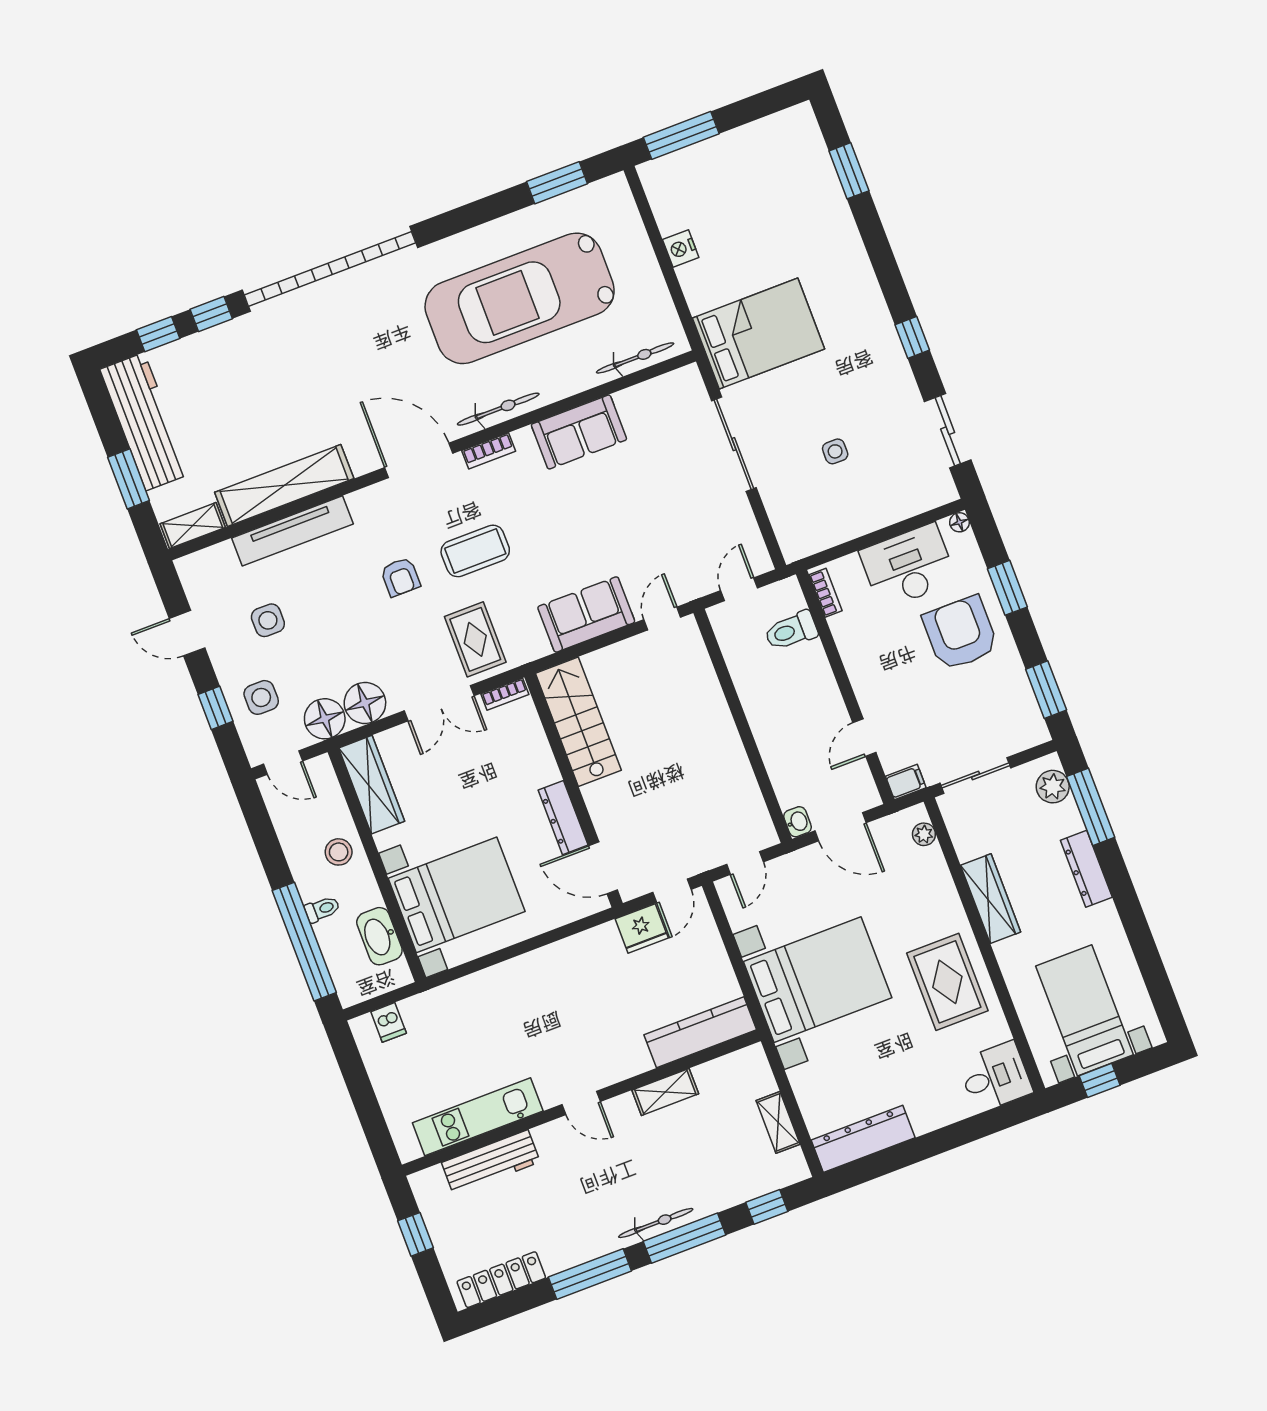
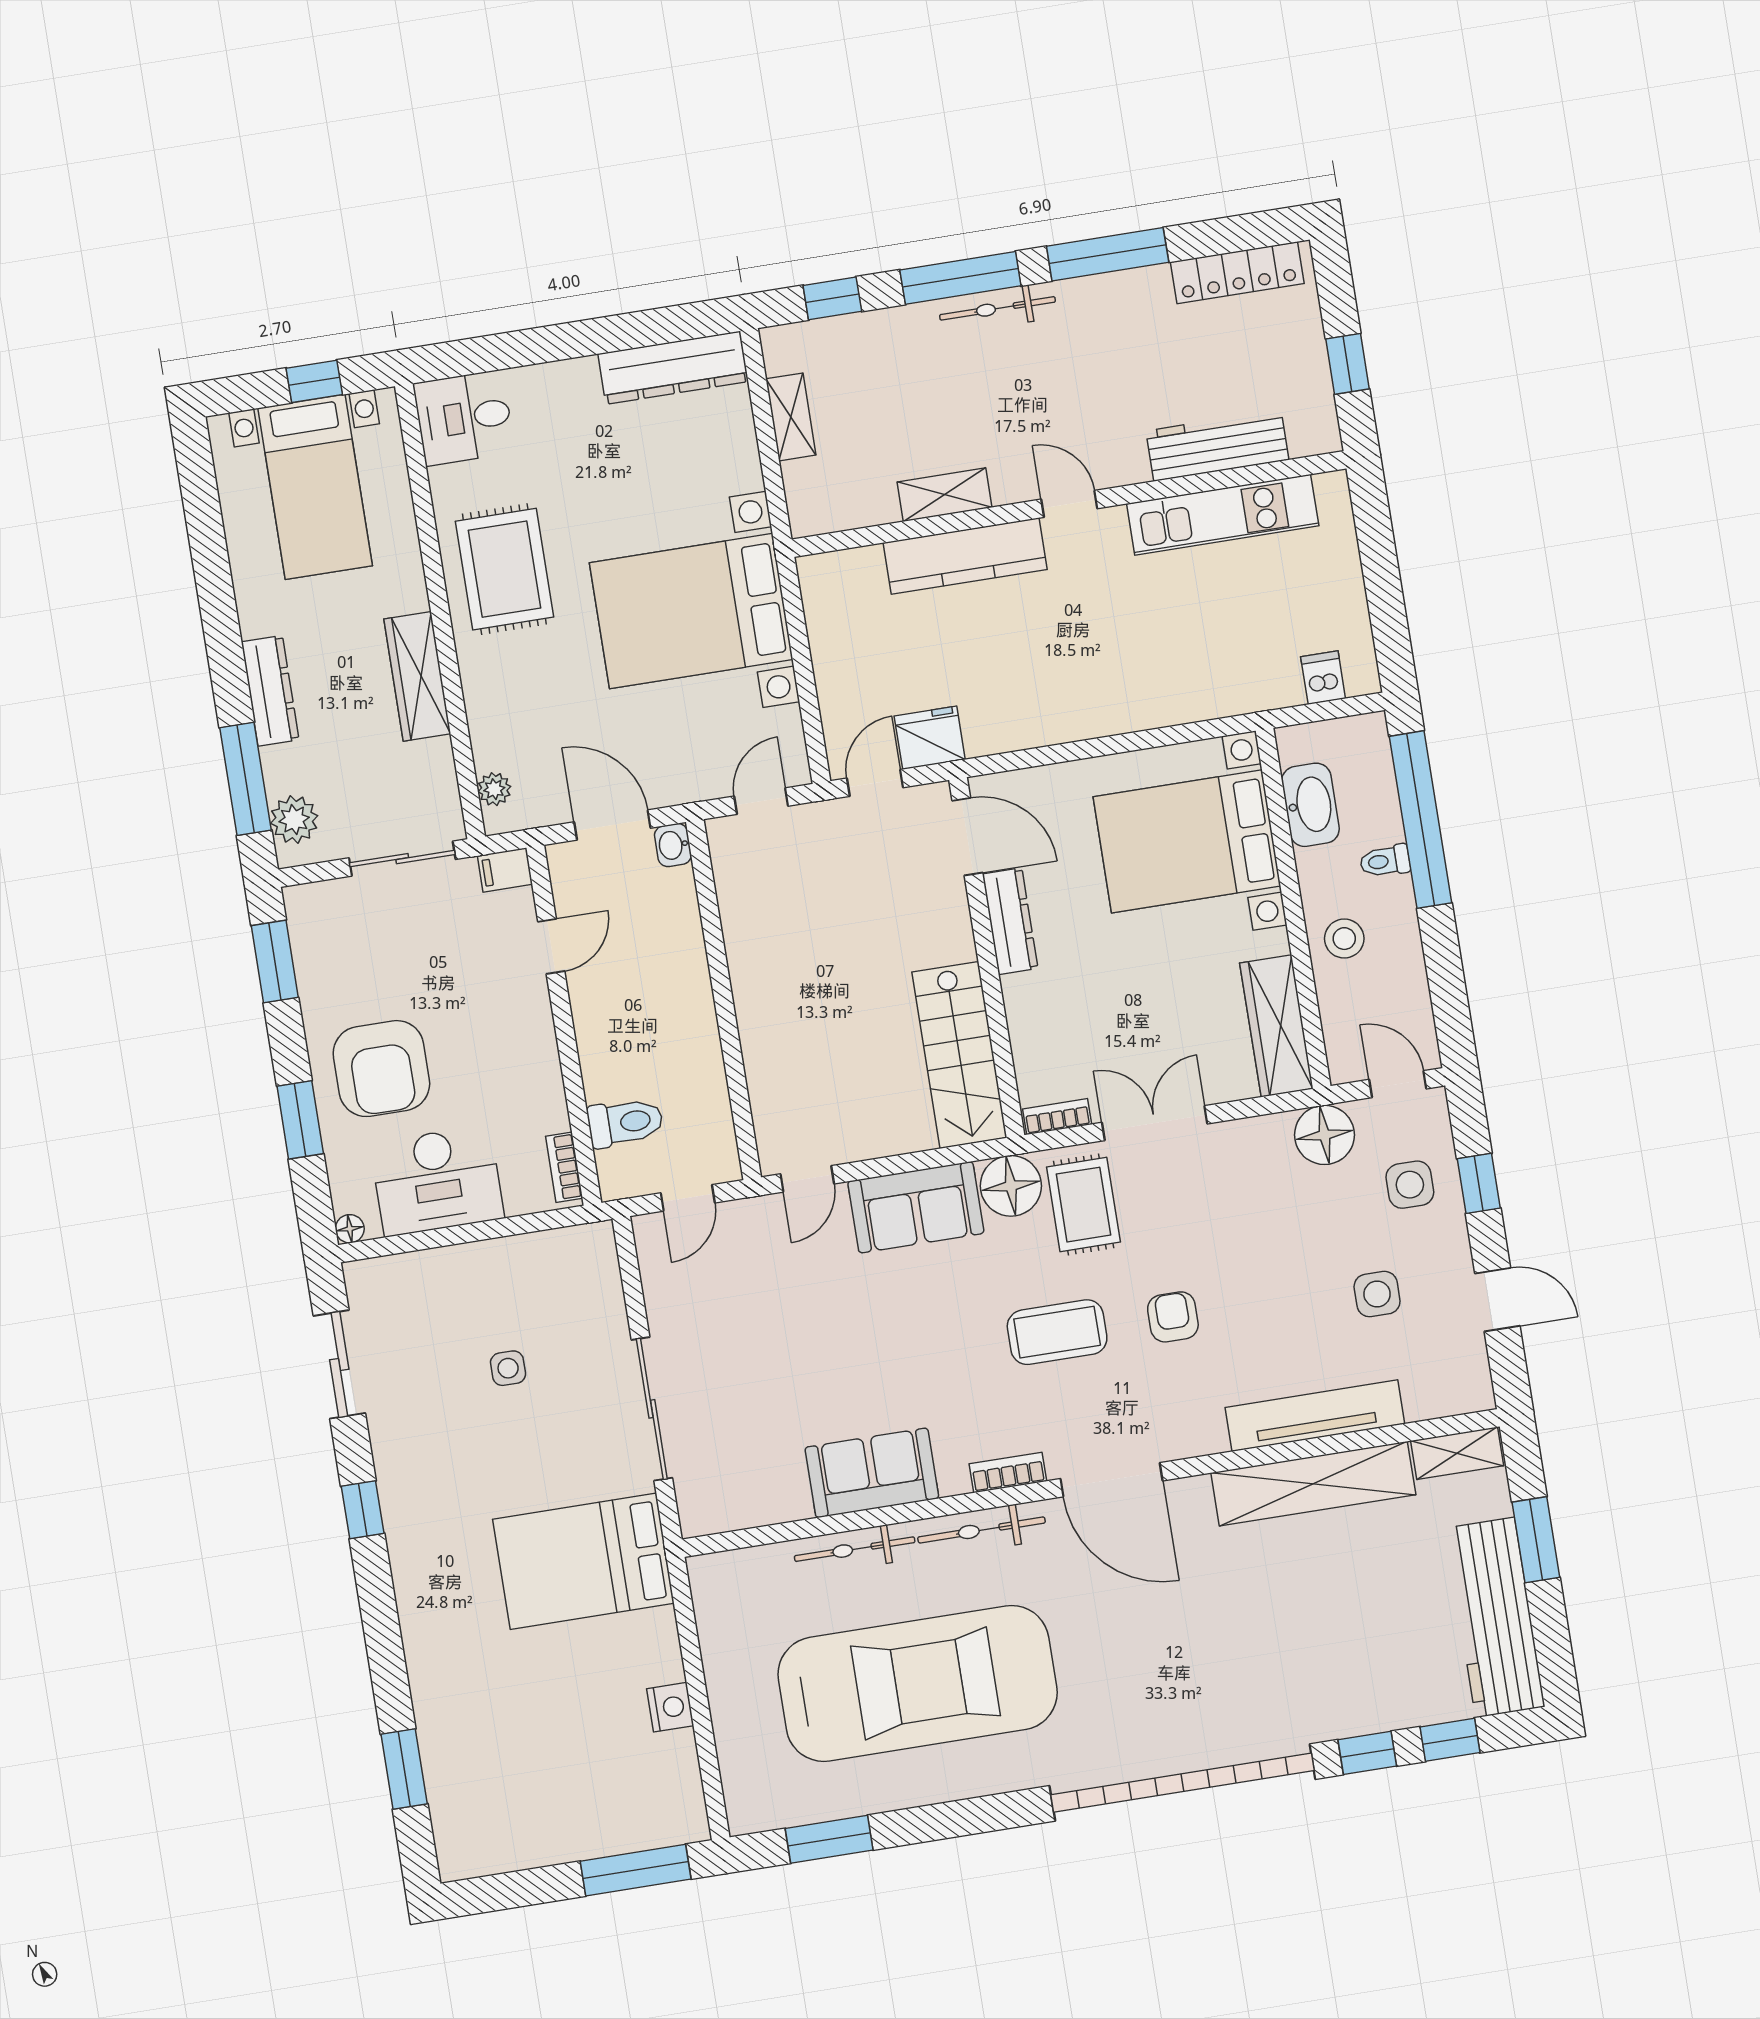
bicycle: (635, 358) -> (855, 1549), moved
floor lamp: (365, 703) -> (1011, 1186), moved
kitchen counter: (700, 1032) -> (965, 556), moved

